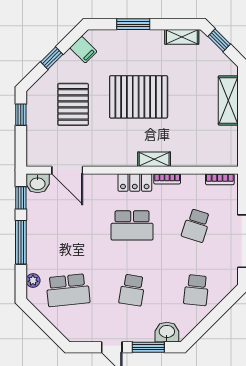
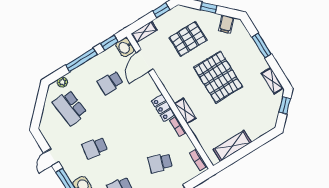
shelving: (228, 100) -> (232, 146), moved
shelving: (33, 150) -> (144, 32), added
school desk: (132, 225) -> (110, 83), moved, width x0.54

